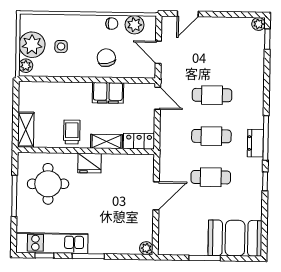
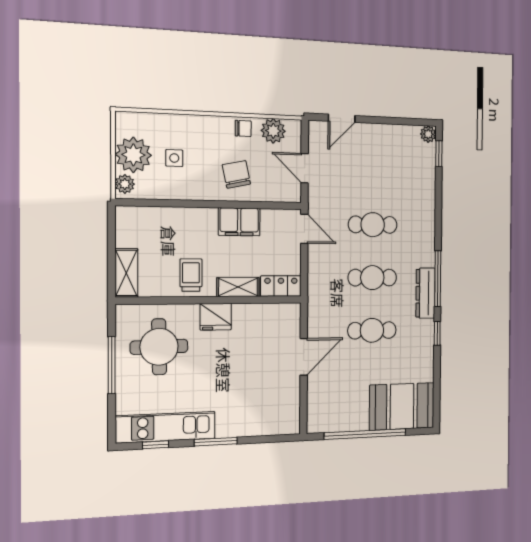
dresser: (255, 143) -> (425, 293), width x1.44
plant: (146, 248) -> (292, 426), removed
window: (205, 258) -> (365, 434), width x2.11

